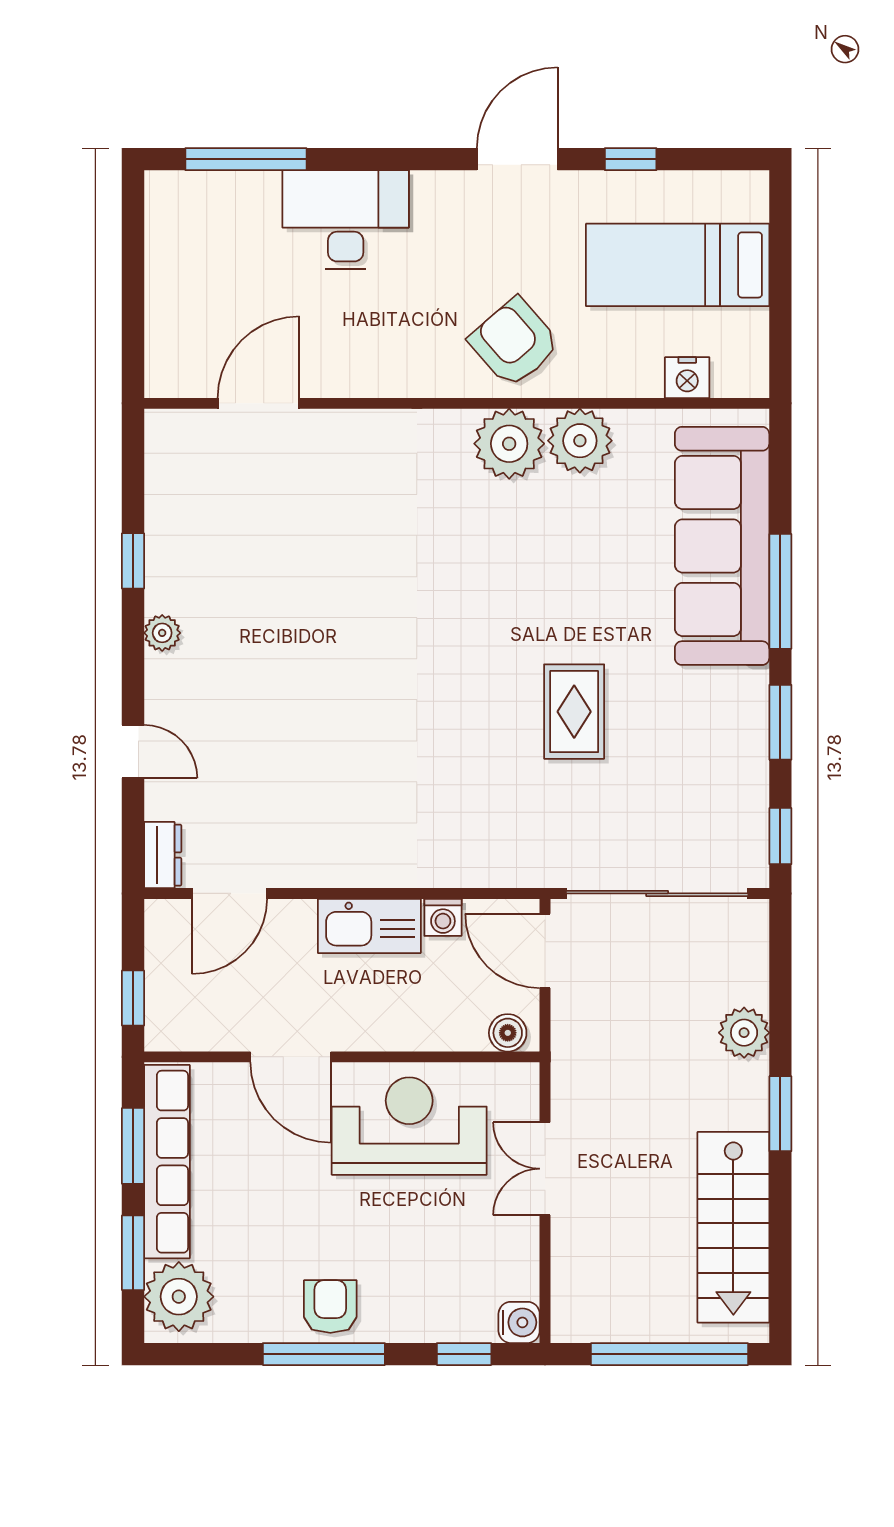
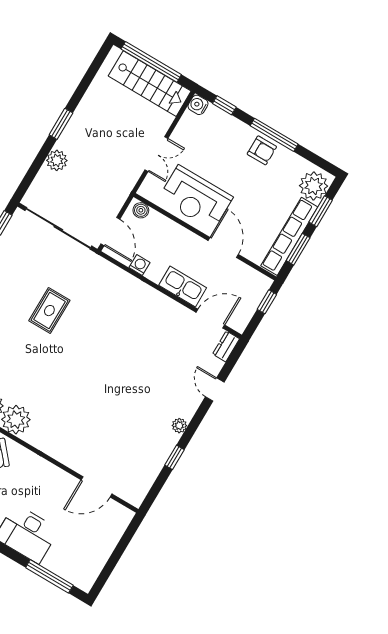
kitchen sink: (369, 926) -> (183, 287), moved
stairs: (733, 1227) -> (150, 84), moved, turned 90
armchair: (330, 1307) -> (262, 150), turned -90

